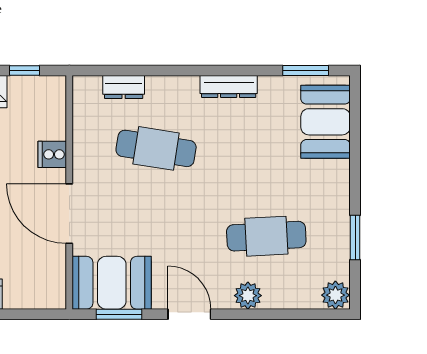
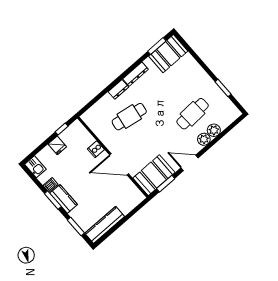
dresser: (124, 87) -> (118, 89), moved
booth: (326, 122) -> (168, 54), moved, turned 90
plant: (335, 295) -> (214, 130), moved

